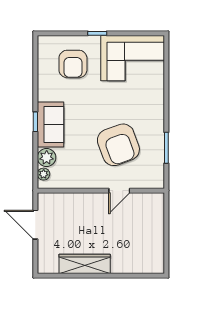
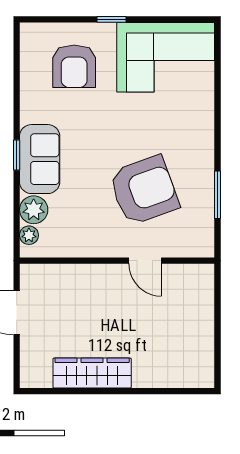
armchair: (118, 145) -> (144, 190), turned -90
door: (119, 191) -> (145, 261), hinge flipped

